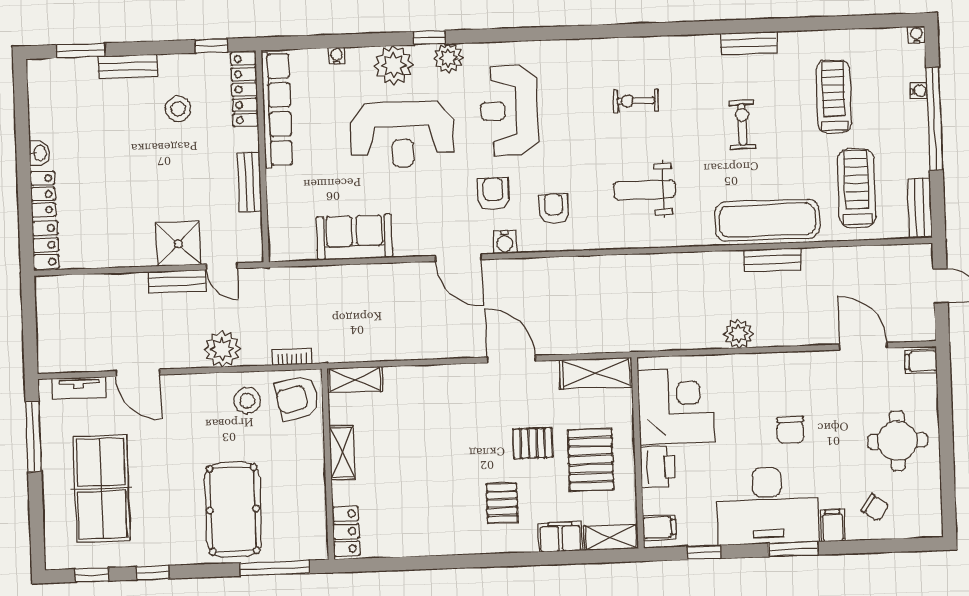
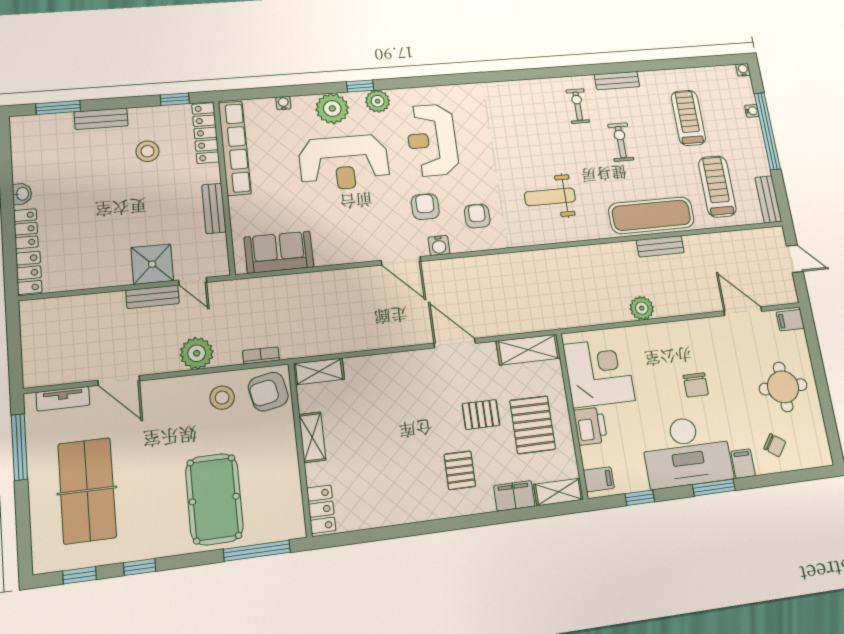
exercise bike: (636, 101) -> (578, 106), moved, turned 90
sofa: (354, 237) -> (279, 252), moved

